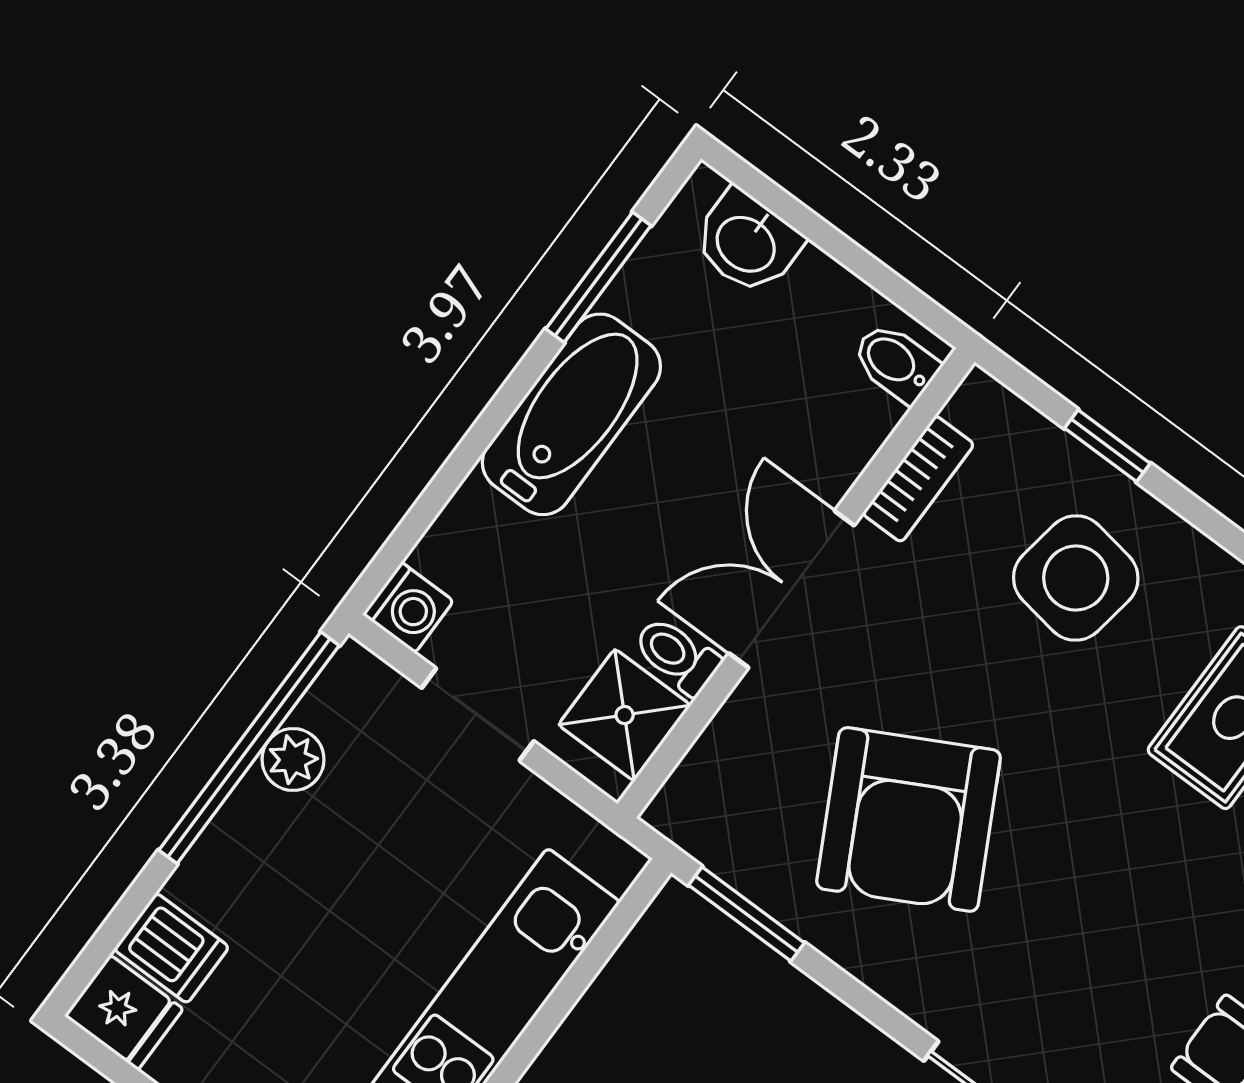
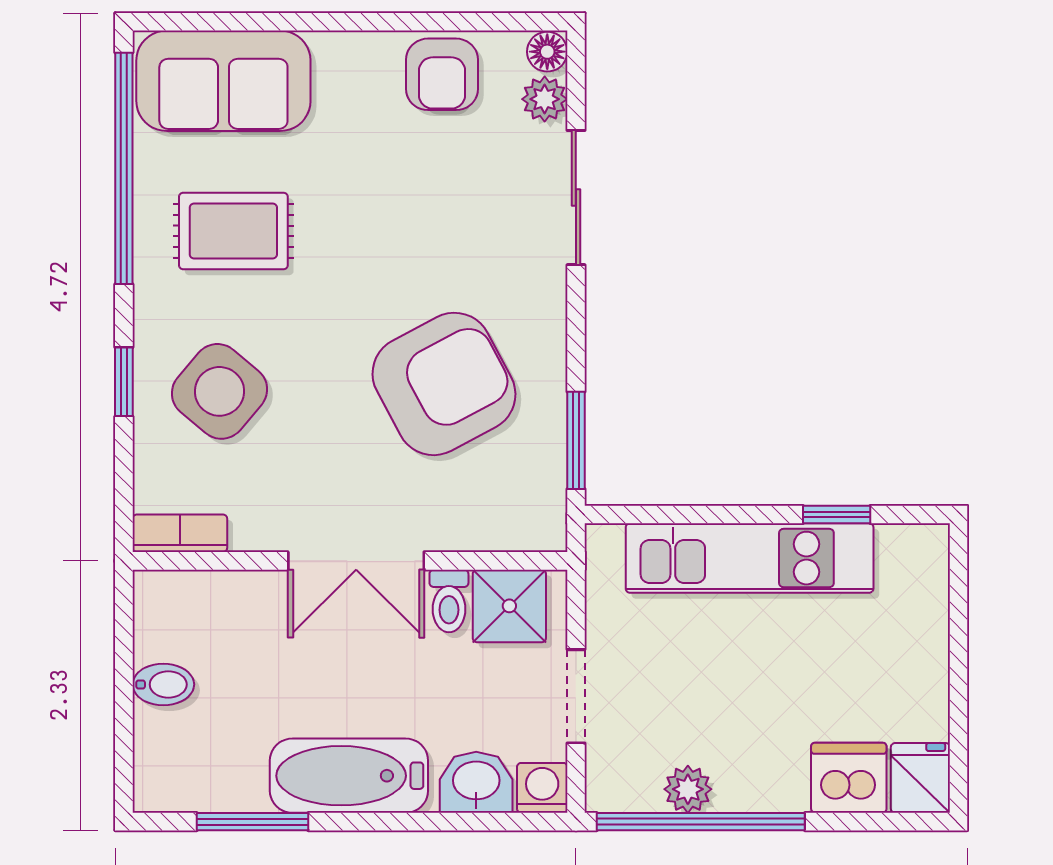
washbasin: (747, 242) -> (476, 782), moved, turned -90
bidet: (896, 363) -> (163, 684), moved, turned -90
window: (1107, 446) -> (124, 382), moved
bookcase: (918, 479) -> (180, 533), moved
side table: (1076, 578) -> (219, 391), turned 31
dishwasher: (172, 948) -> (849, 778), width x1.38

